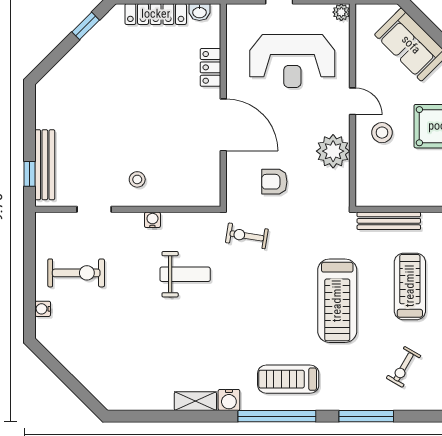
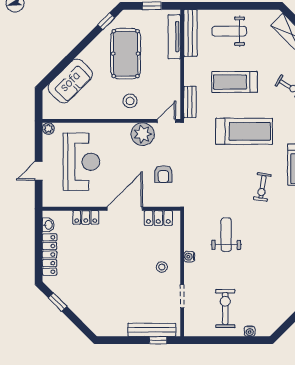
door: (353, 101) -> (166, 121), moved
locker: (210, 174) -> (158, 218), added
bench: (389, 221) -> (190, 102), width x0.73
exercise bike: (247, 236) -> (262, 187), moved

